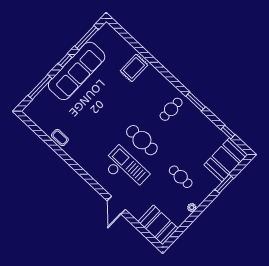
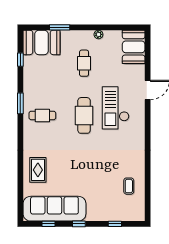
window: (86, 38) -> (48, 224), width x0.46
rug: (134, 68) -> (38, 170), turned 90
sofa: (77, 71) -> (54, 209), moved
window: (40, 87) -> (115, 224), width x0.46
coffee table: (60, 138) -> (129, 186), moved

